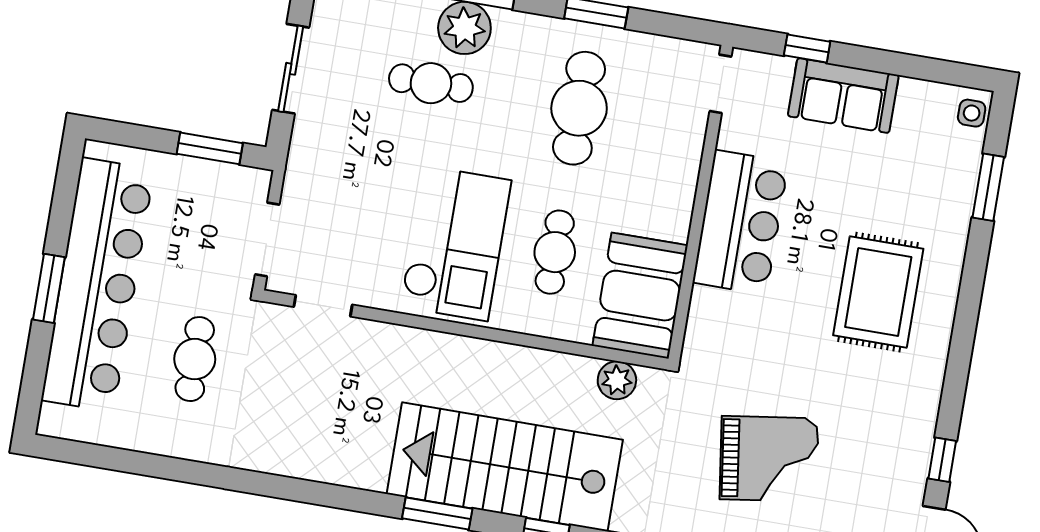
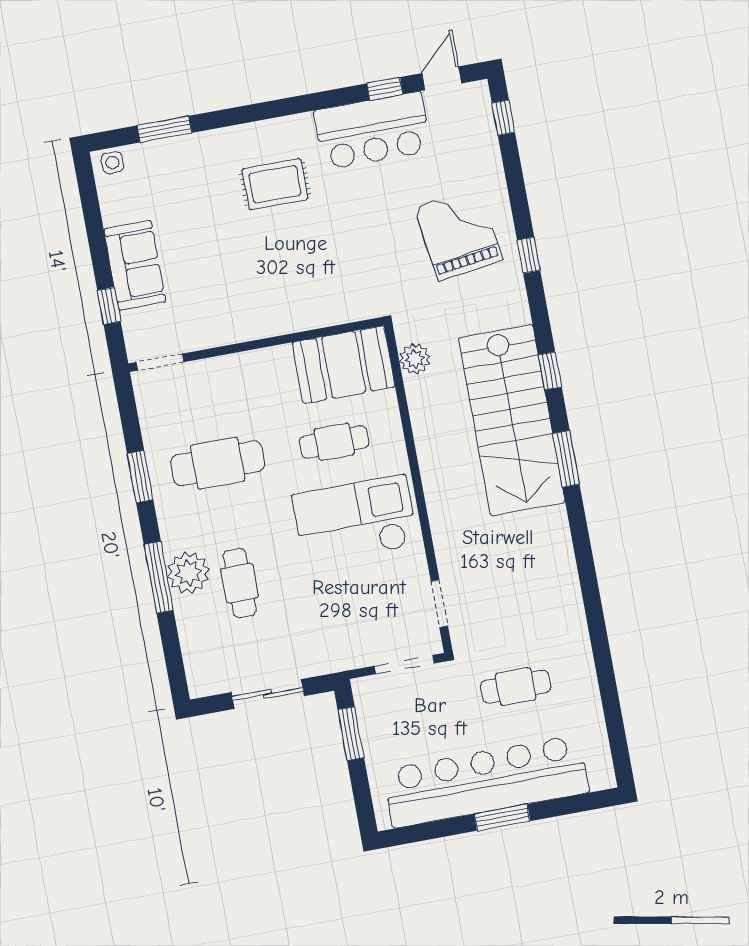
bar counter: (741, 222) -> (372, 131), moved, turned 180
rug: (878, 292) -> (275, 184), width x0.73, depth x0.70
grand piano: (769, 459) -> (458, 234), moved

